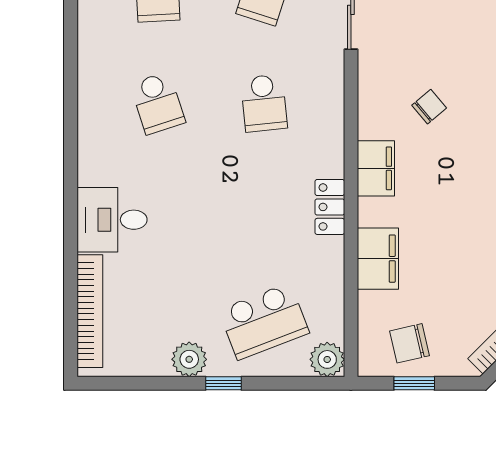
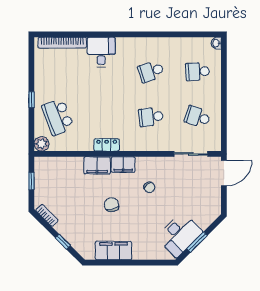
filing cabinet: (378, 259) -> (97, 165), moved
chair: (410, 343) -> (112, 205), moved
plant: (189, 359) -> (42, 85), removed

